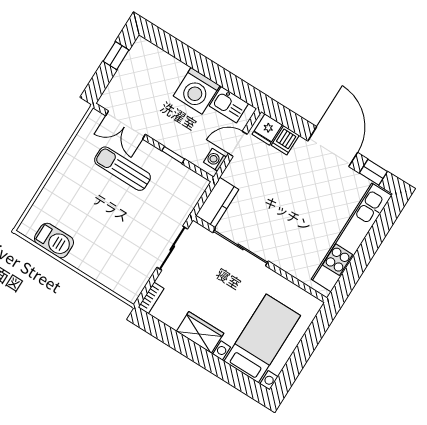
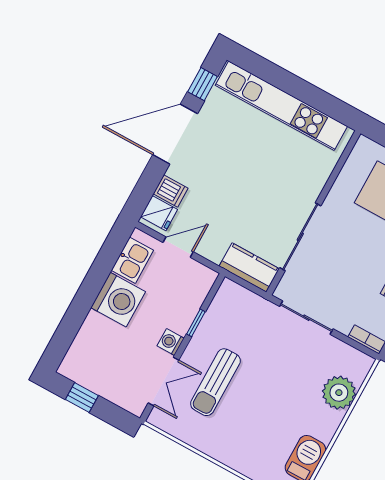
door: (238, 144) -> (178, 247), swing flipped
washing machine: (215, 160) -> (171, 342), moved, turned 90
plant: (108, 272) -> (339, 393), added

